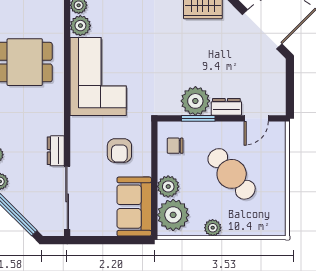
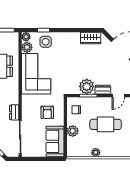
side table: (116, 15) -> (46, 42), added
cafe table: (232, 174) -> (106, 124), turned -49
plant: (173, 215) -> (75, 146), removed

